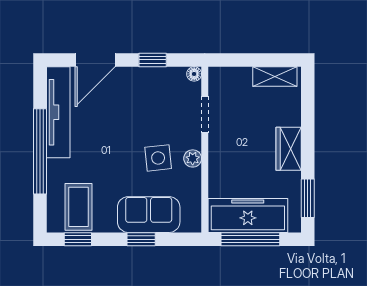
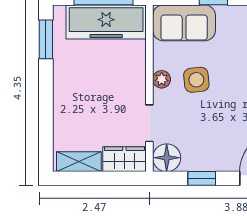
floor lamp: (194, 74) -> (167, 158), width x1.89, depth x1.89
wardrobe: (289, 149) -> (124, 159), moved, turned -90
sofa: (149, 215) -> (184, 23), moved

